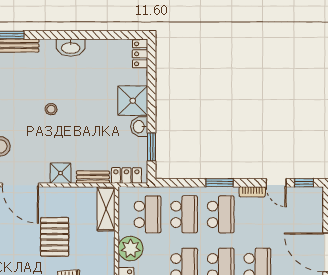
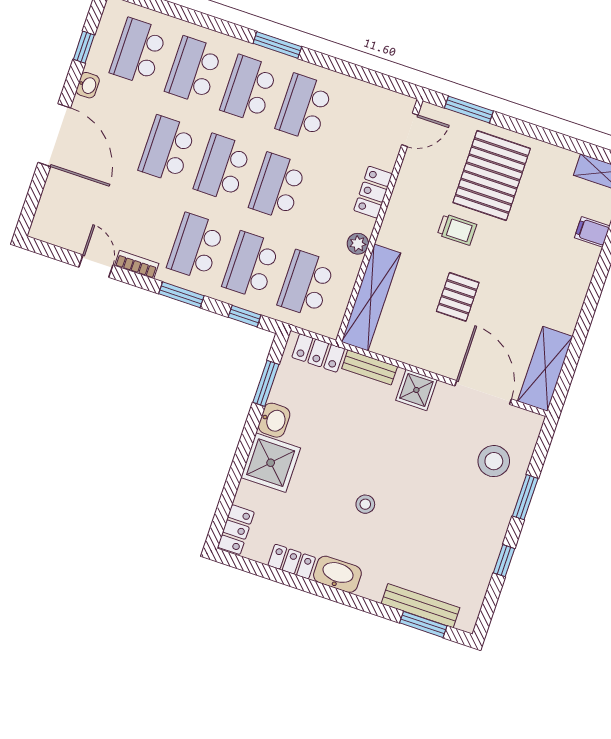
locker: (100, 46) -> (292, 561), added
stool: (51, 109) -> (365, 504), moved
window: (304, 183) -> (245, 316), moved
shelving: (106, 209) -> (371, 297), width x1.47
pallet: (55, 237) -> (458, 297), width x0.67, depth x0.71
plant: (131, 248) -> (358, 244), width x0.53, depth x0.53

